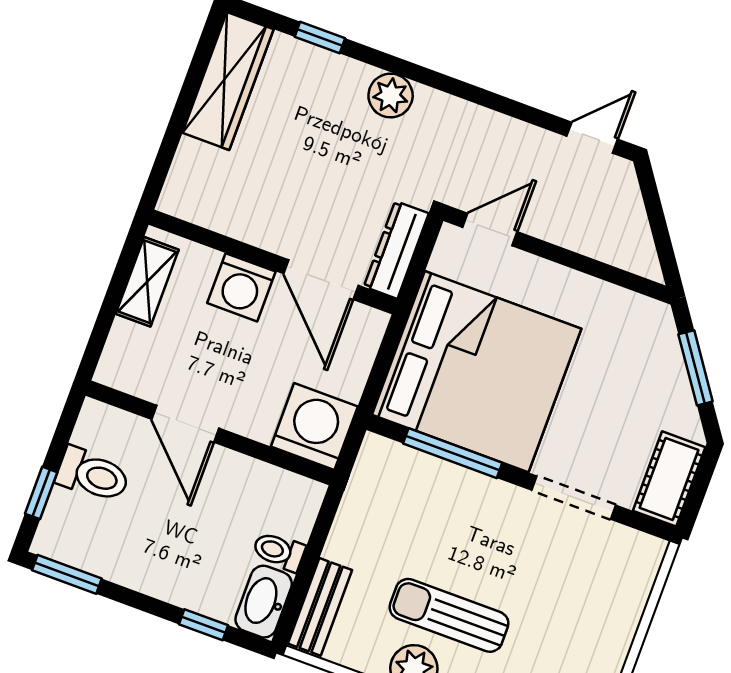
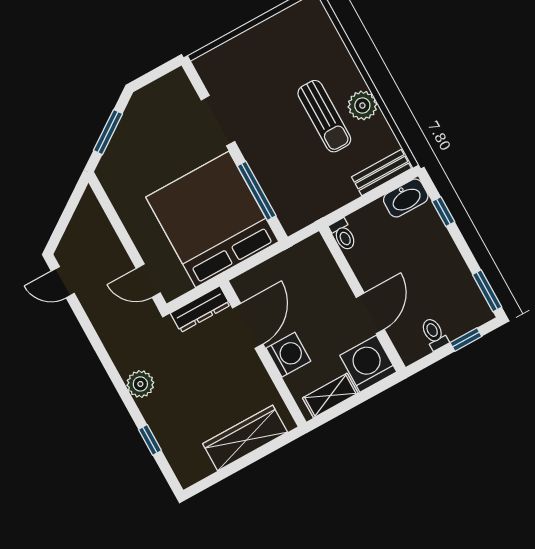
wardrobe: (228, 81) -> (245, 438), moved
washing machine: (314, 427) -> (368, 364), moved, turned 90
toilet: (93, 475) -> (434, 334), width x0.73, depth x0.72
cot: (669, 479) -> (166, 91), removed
toilet: (279, 551) -> (343, 235), moved

